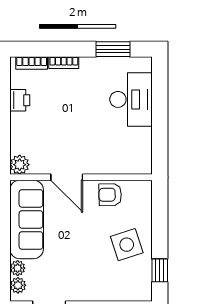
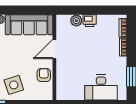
printer: (20, 100) -> (90, 21), moved
plant: (20, 165) -> (76, 21), moved

